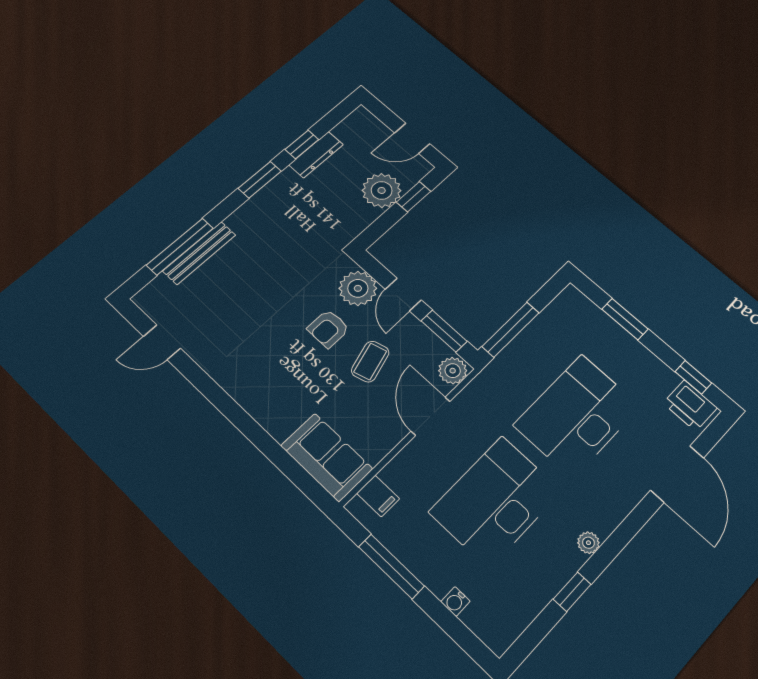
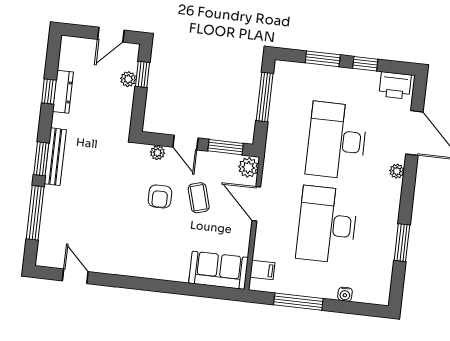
window: (260, 180) -> (41, 159), moved
plant: (382, 190) -> (128, 79), width x0.53, depth x0.53
bench: (199, 253) -> (55, 157), moved
plant: (358, 288) -> (157, 153), width x0.53, depth x0.53
window: (511, 330) -> (265, 97), moved
door: (162, 342) -> (75, 276), swing flipped
window: (693, 377) -> (365, 64), moved
plant: (588, 543) -> (397, 171), moved
window: (572, 592) -> (402, 243), width x1.50

